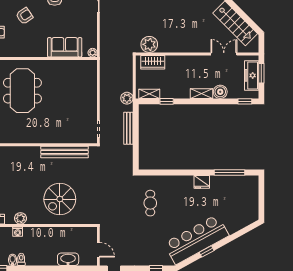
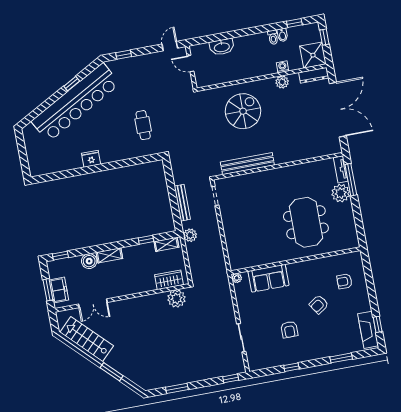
freezer: (252, 75) -> (59, 290), width x0.71
window: (230, 172) -> (63, 175), removed
bar counter: (197, 239) -> (76, 102), width x1.36

